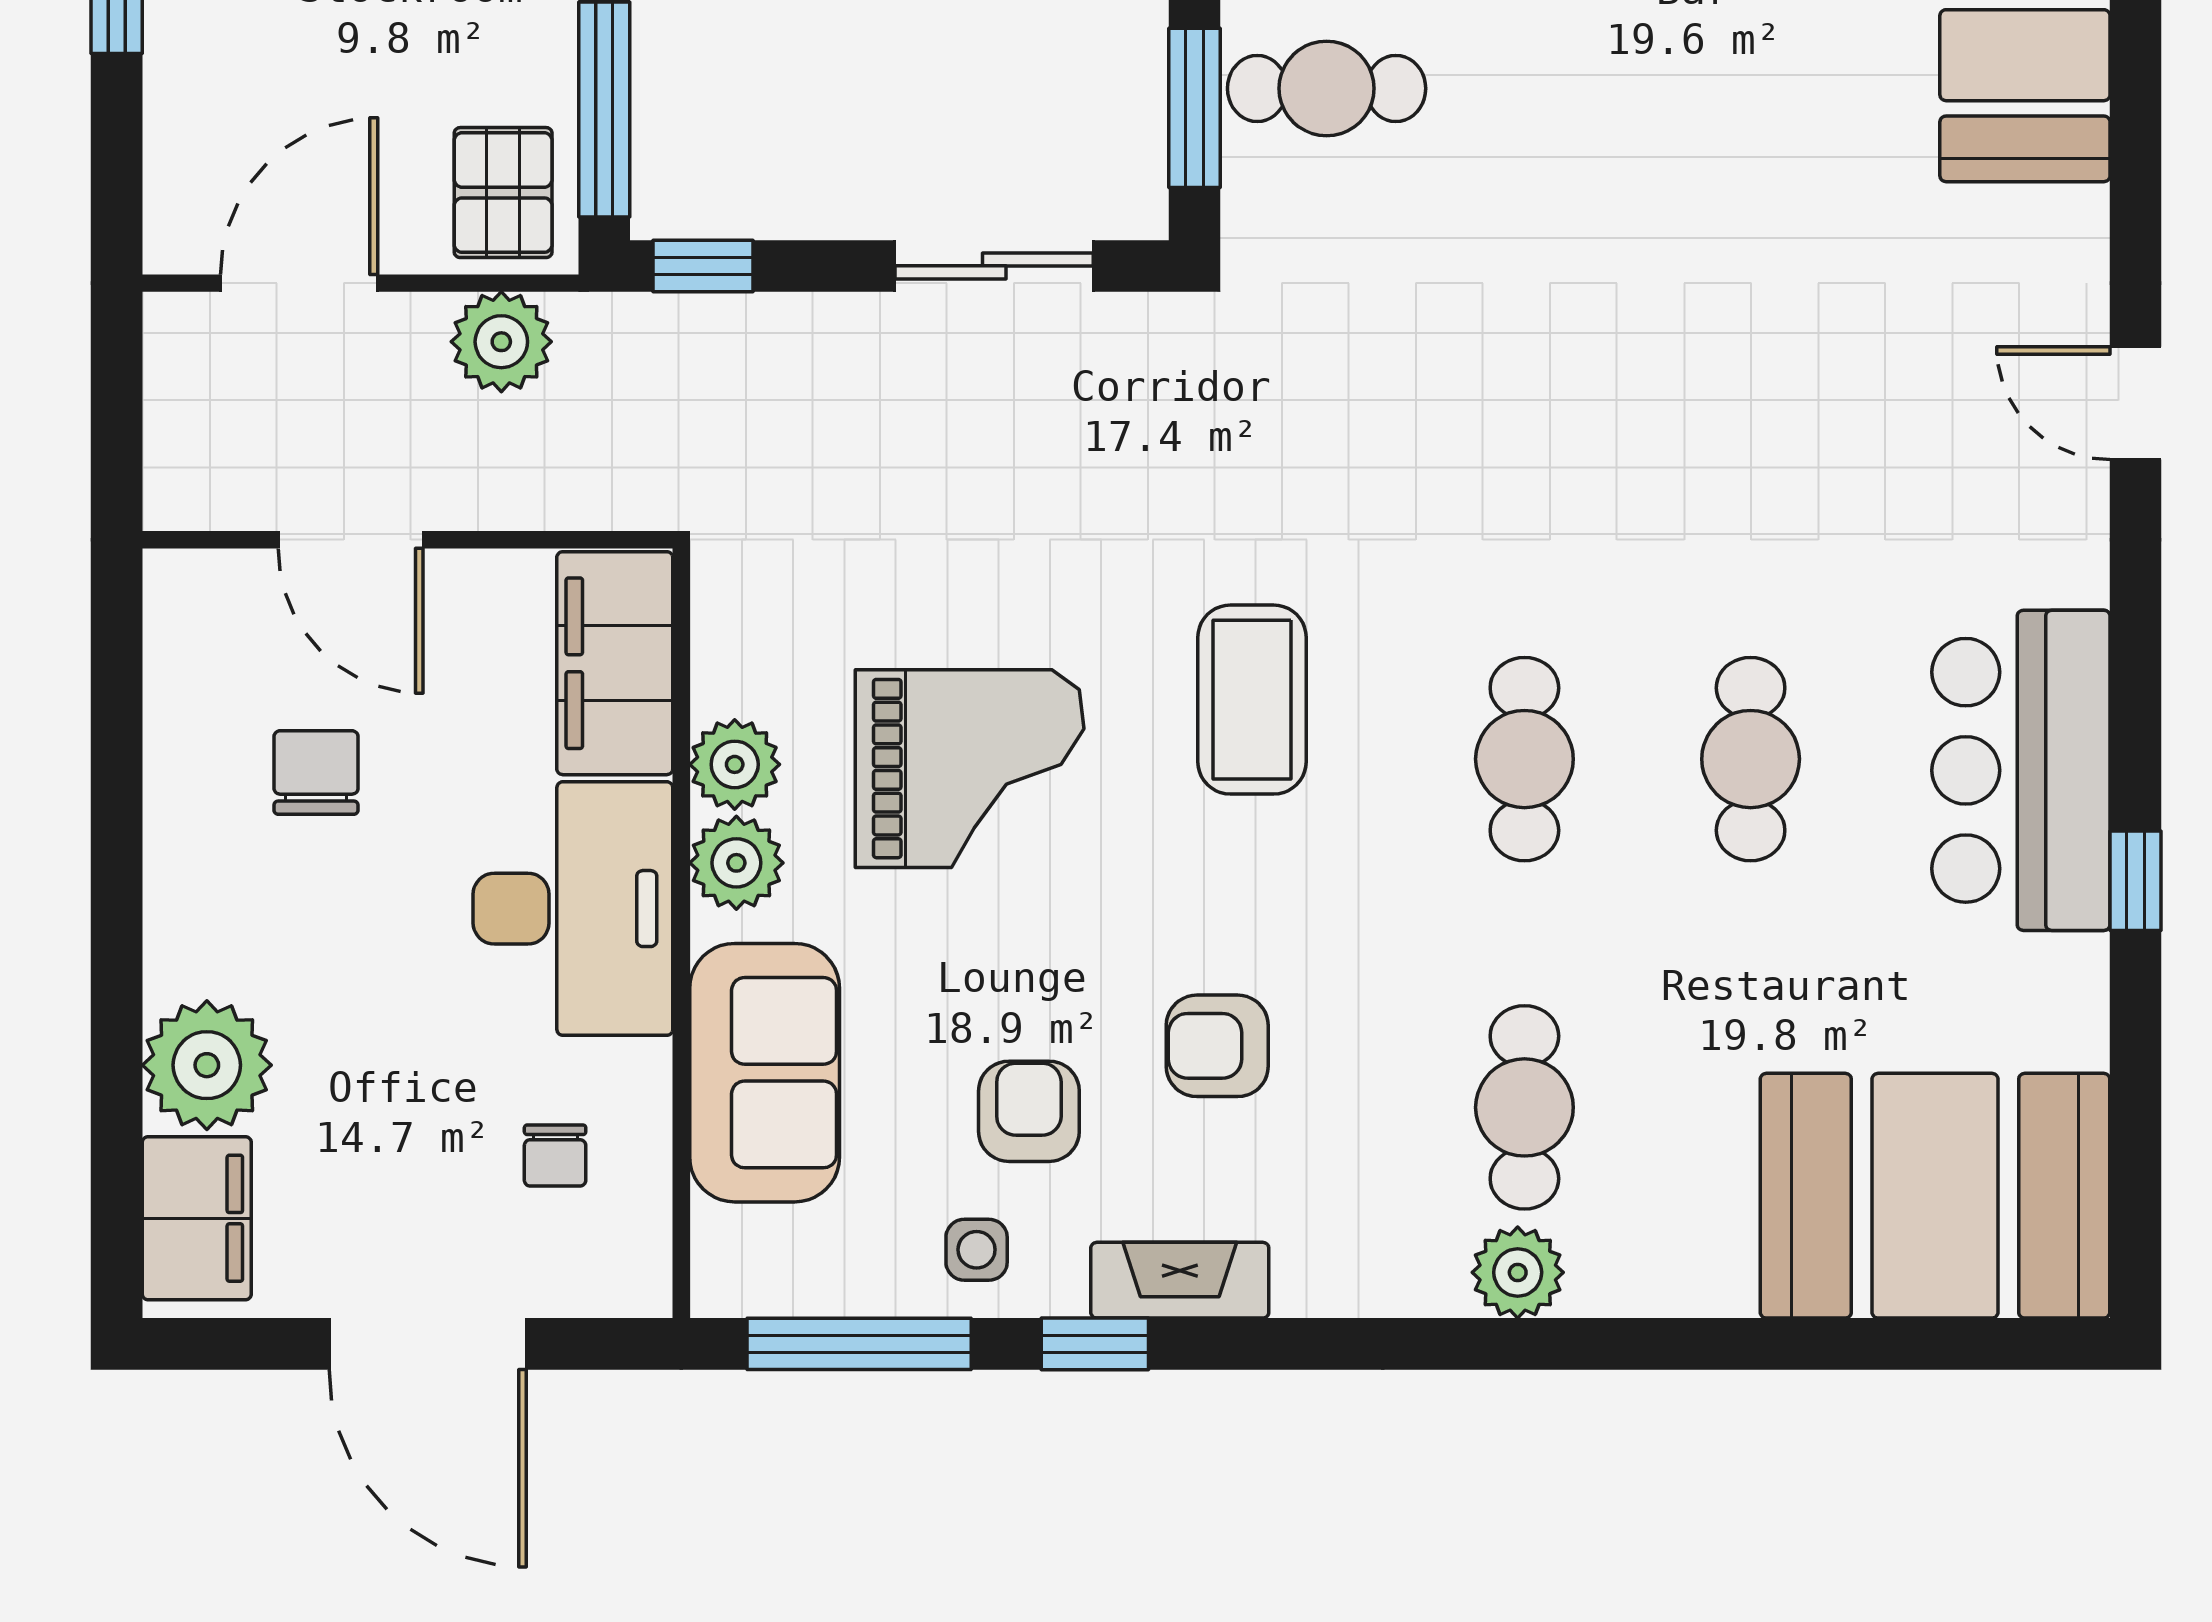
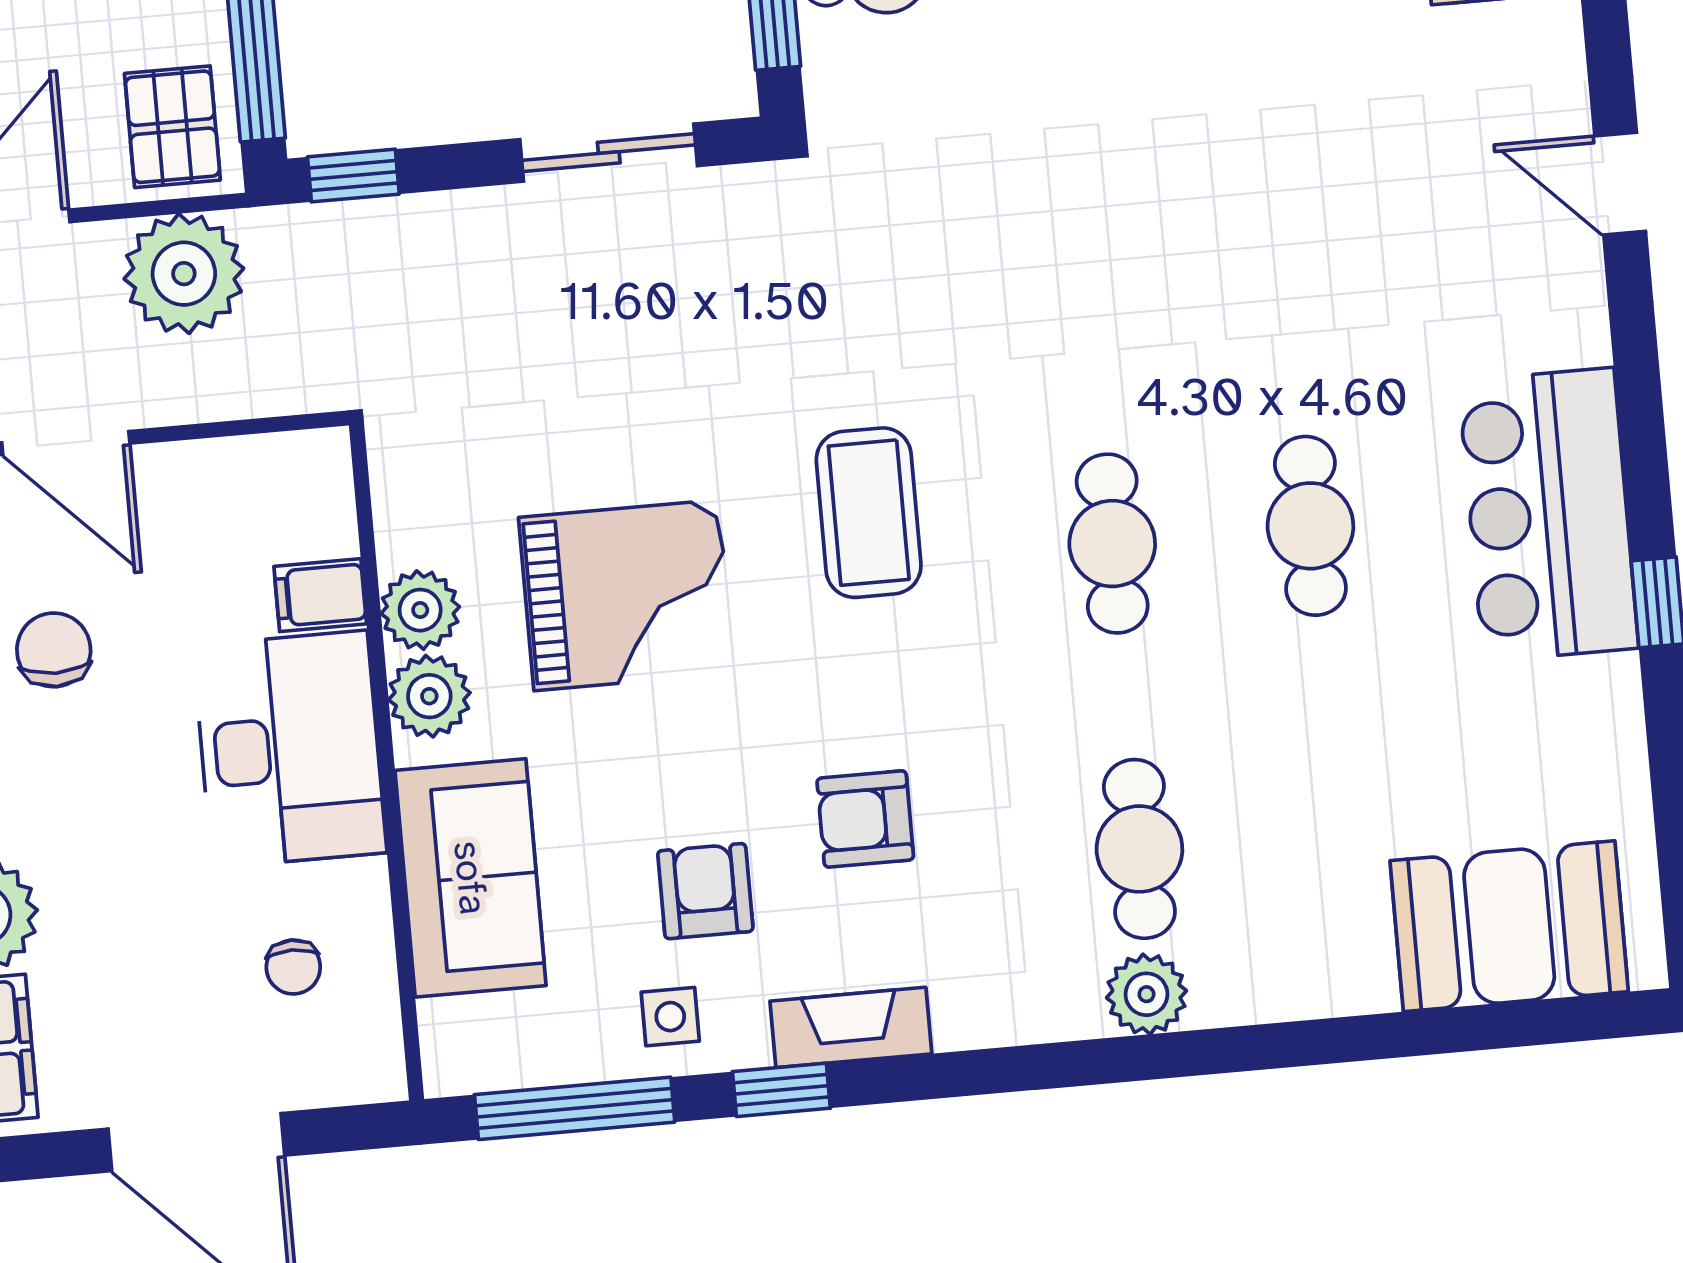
plant: (501, 342) -> (184, 274), width x1.36, depth x1.36
filing cabinet: (615, 663) -> (320, 595), width x0.33, depth x0.86
booth: (1935, 1196) -> (1509, 926), width x0.73, depth x0.70

